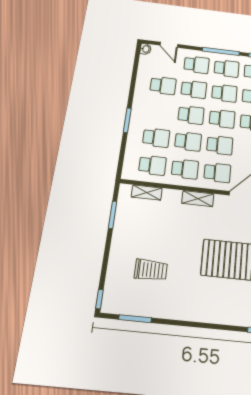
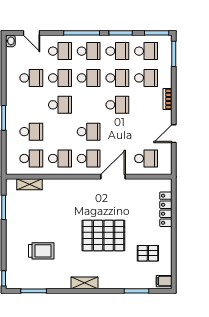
school desk: (222, 119) -> (89, 105), removed
school desk: (188, 141) -> (60, 132), removed
shelving: (198, 199) -> (85, 283), moved

